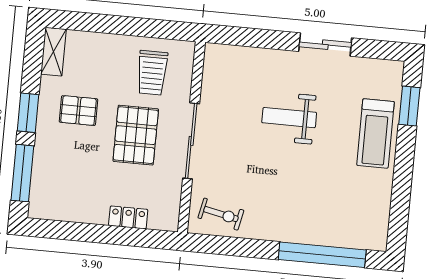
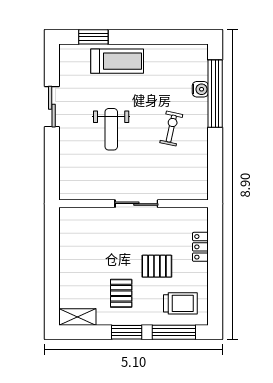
trolley: (152, 73) -> (180, 303), moved
pallet: (136, 135) -> (157, 266), moved, width x0.67, depth x0.71
sliding door: (191, 141) -> (136, 204), width x0.73
exercise bike: (221, 214) -> (171, 129), moved
water cooler: (330, 236) -> (200, 89), added

